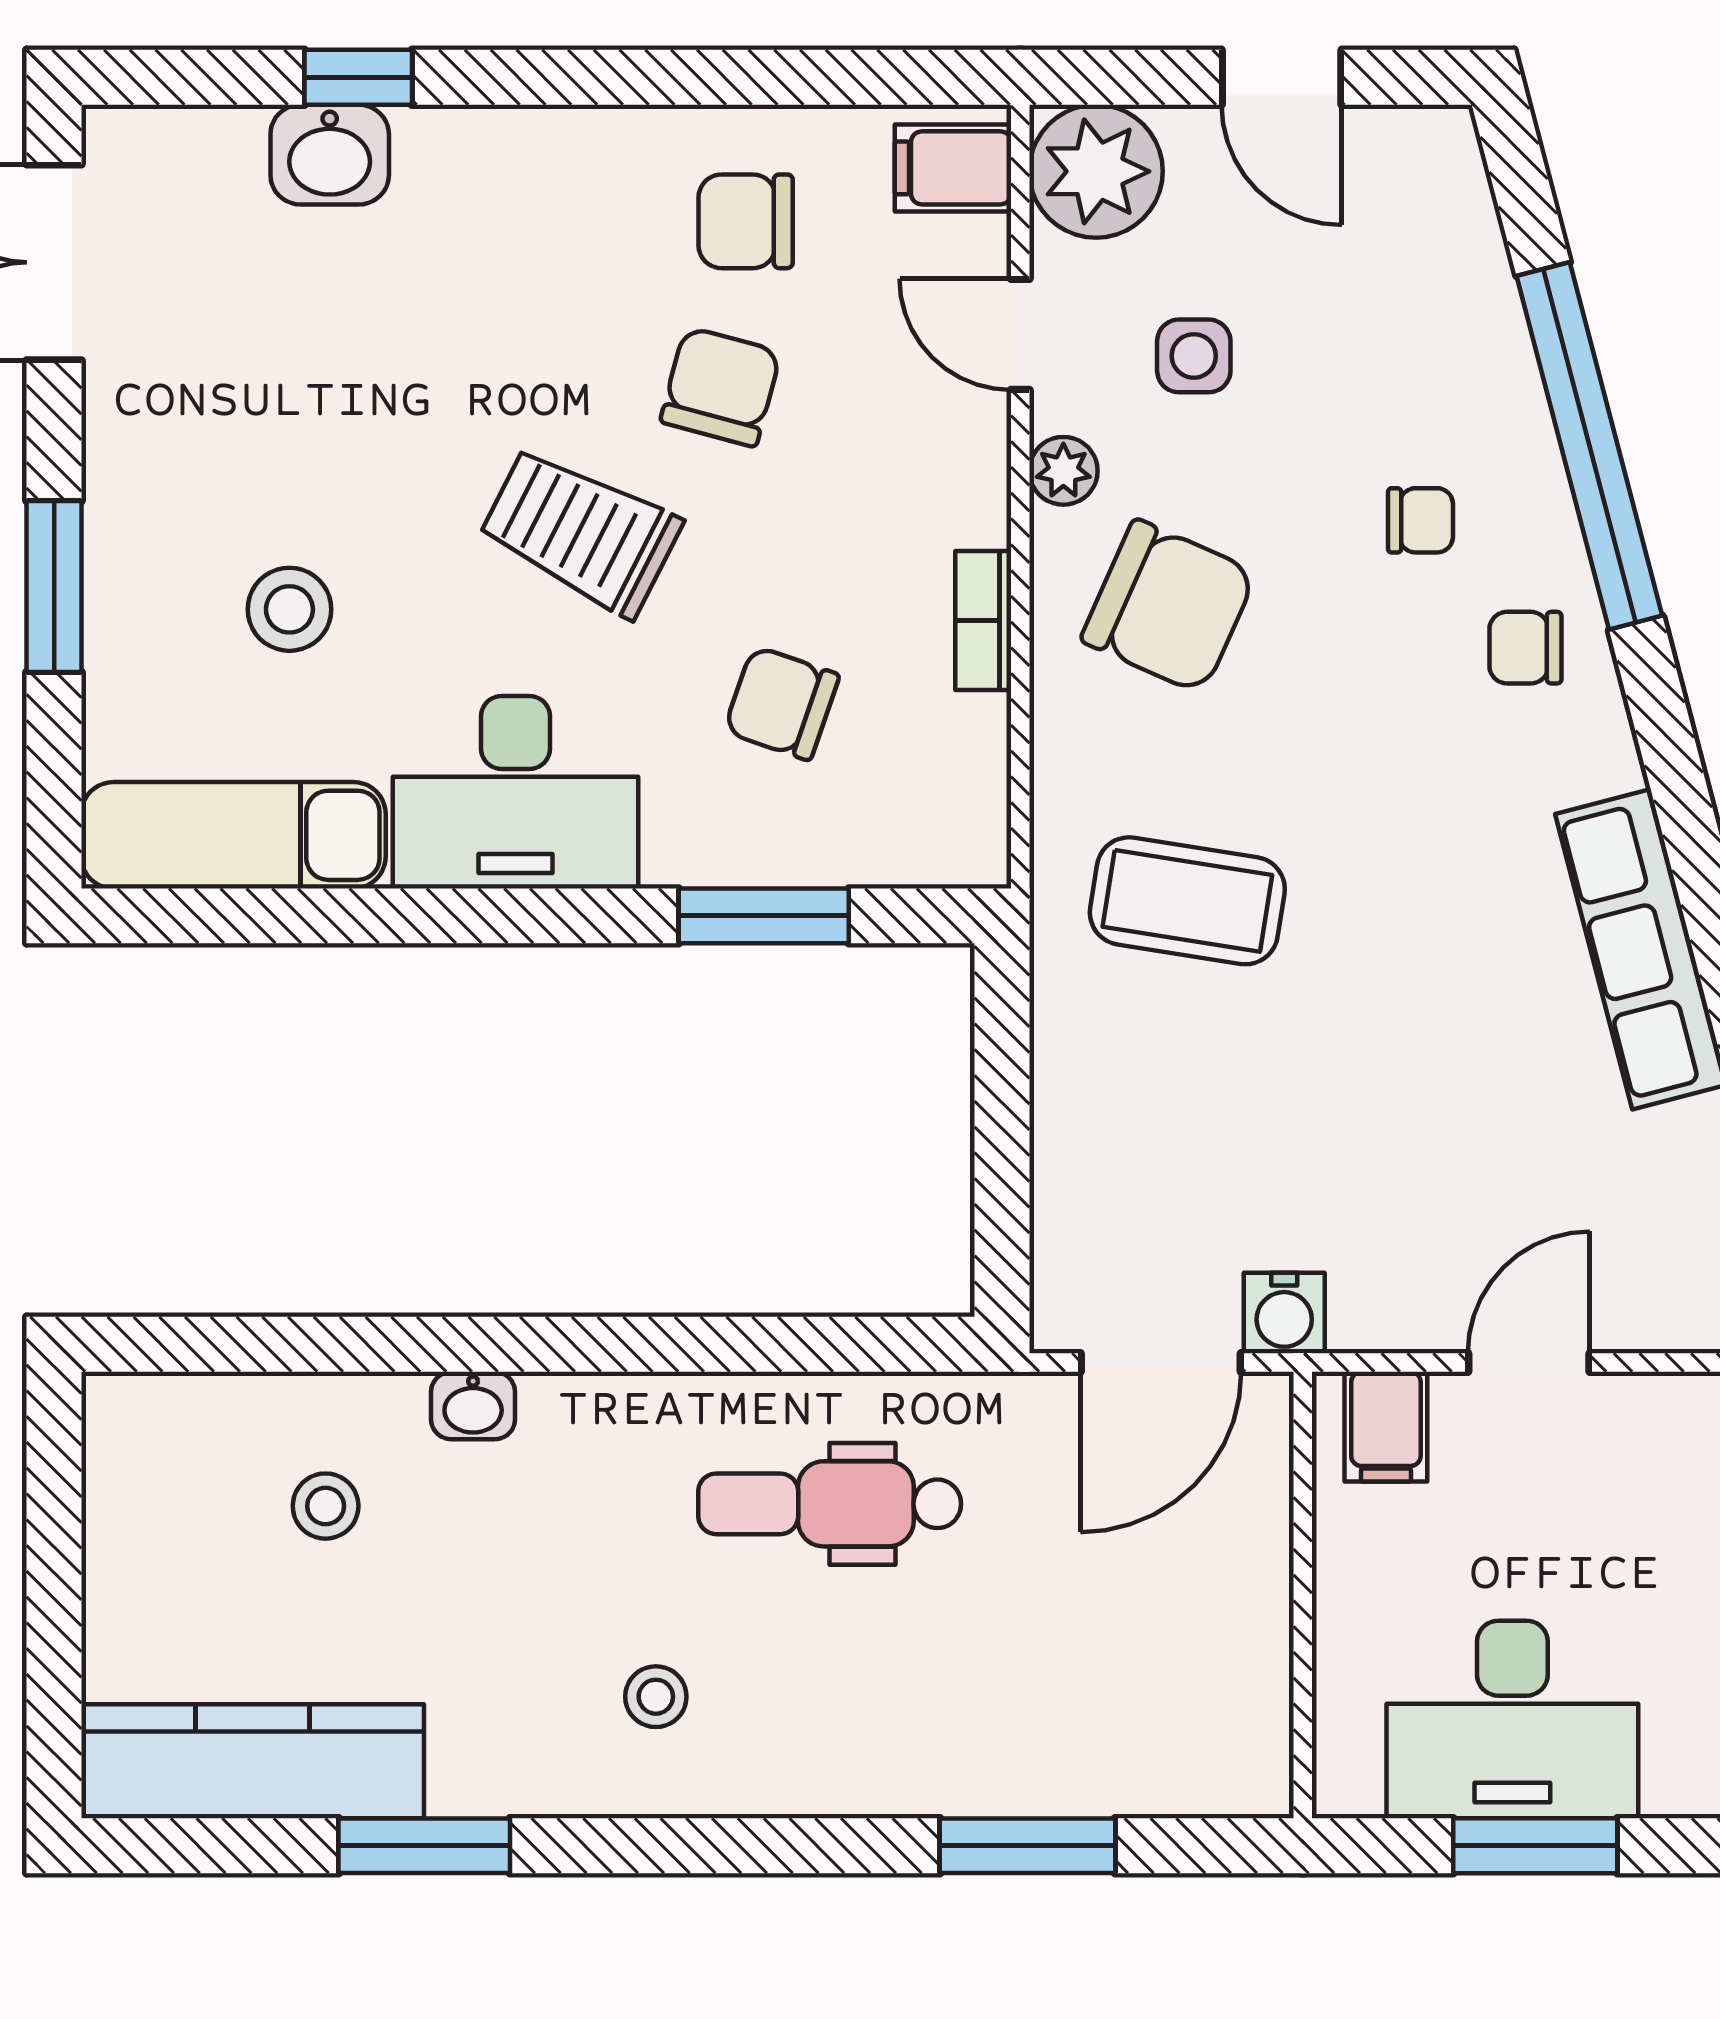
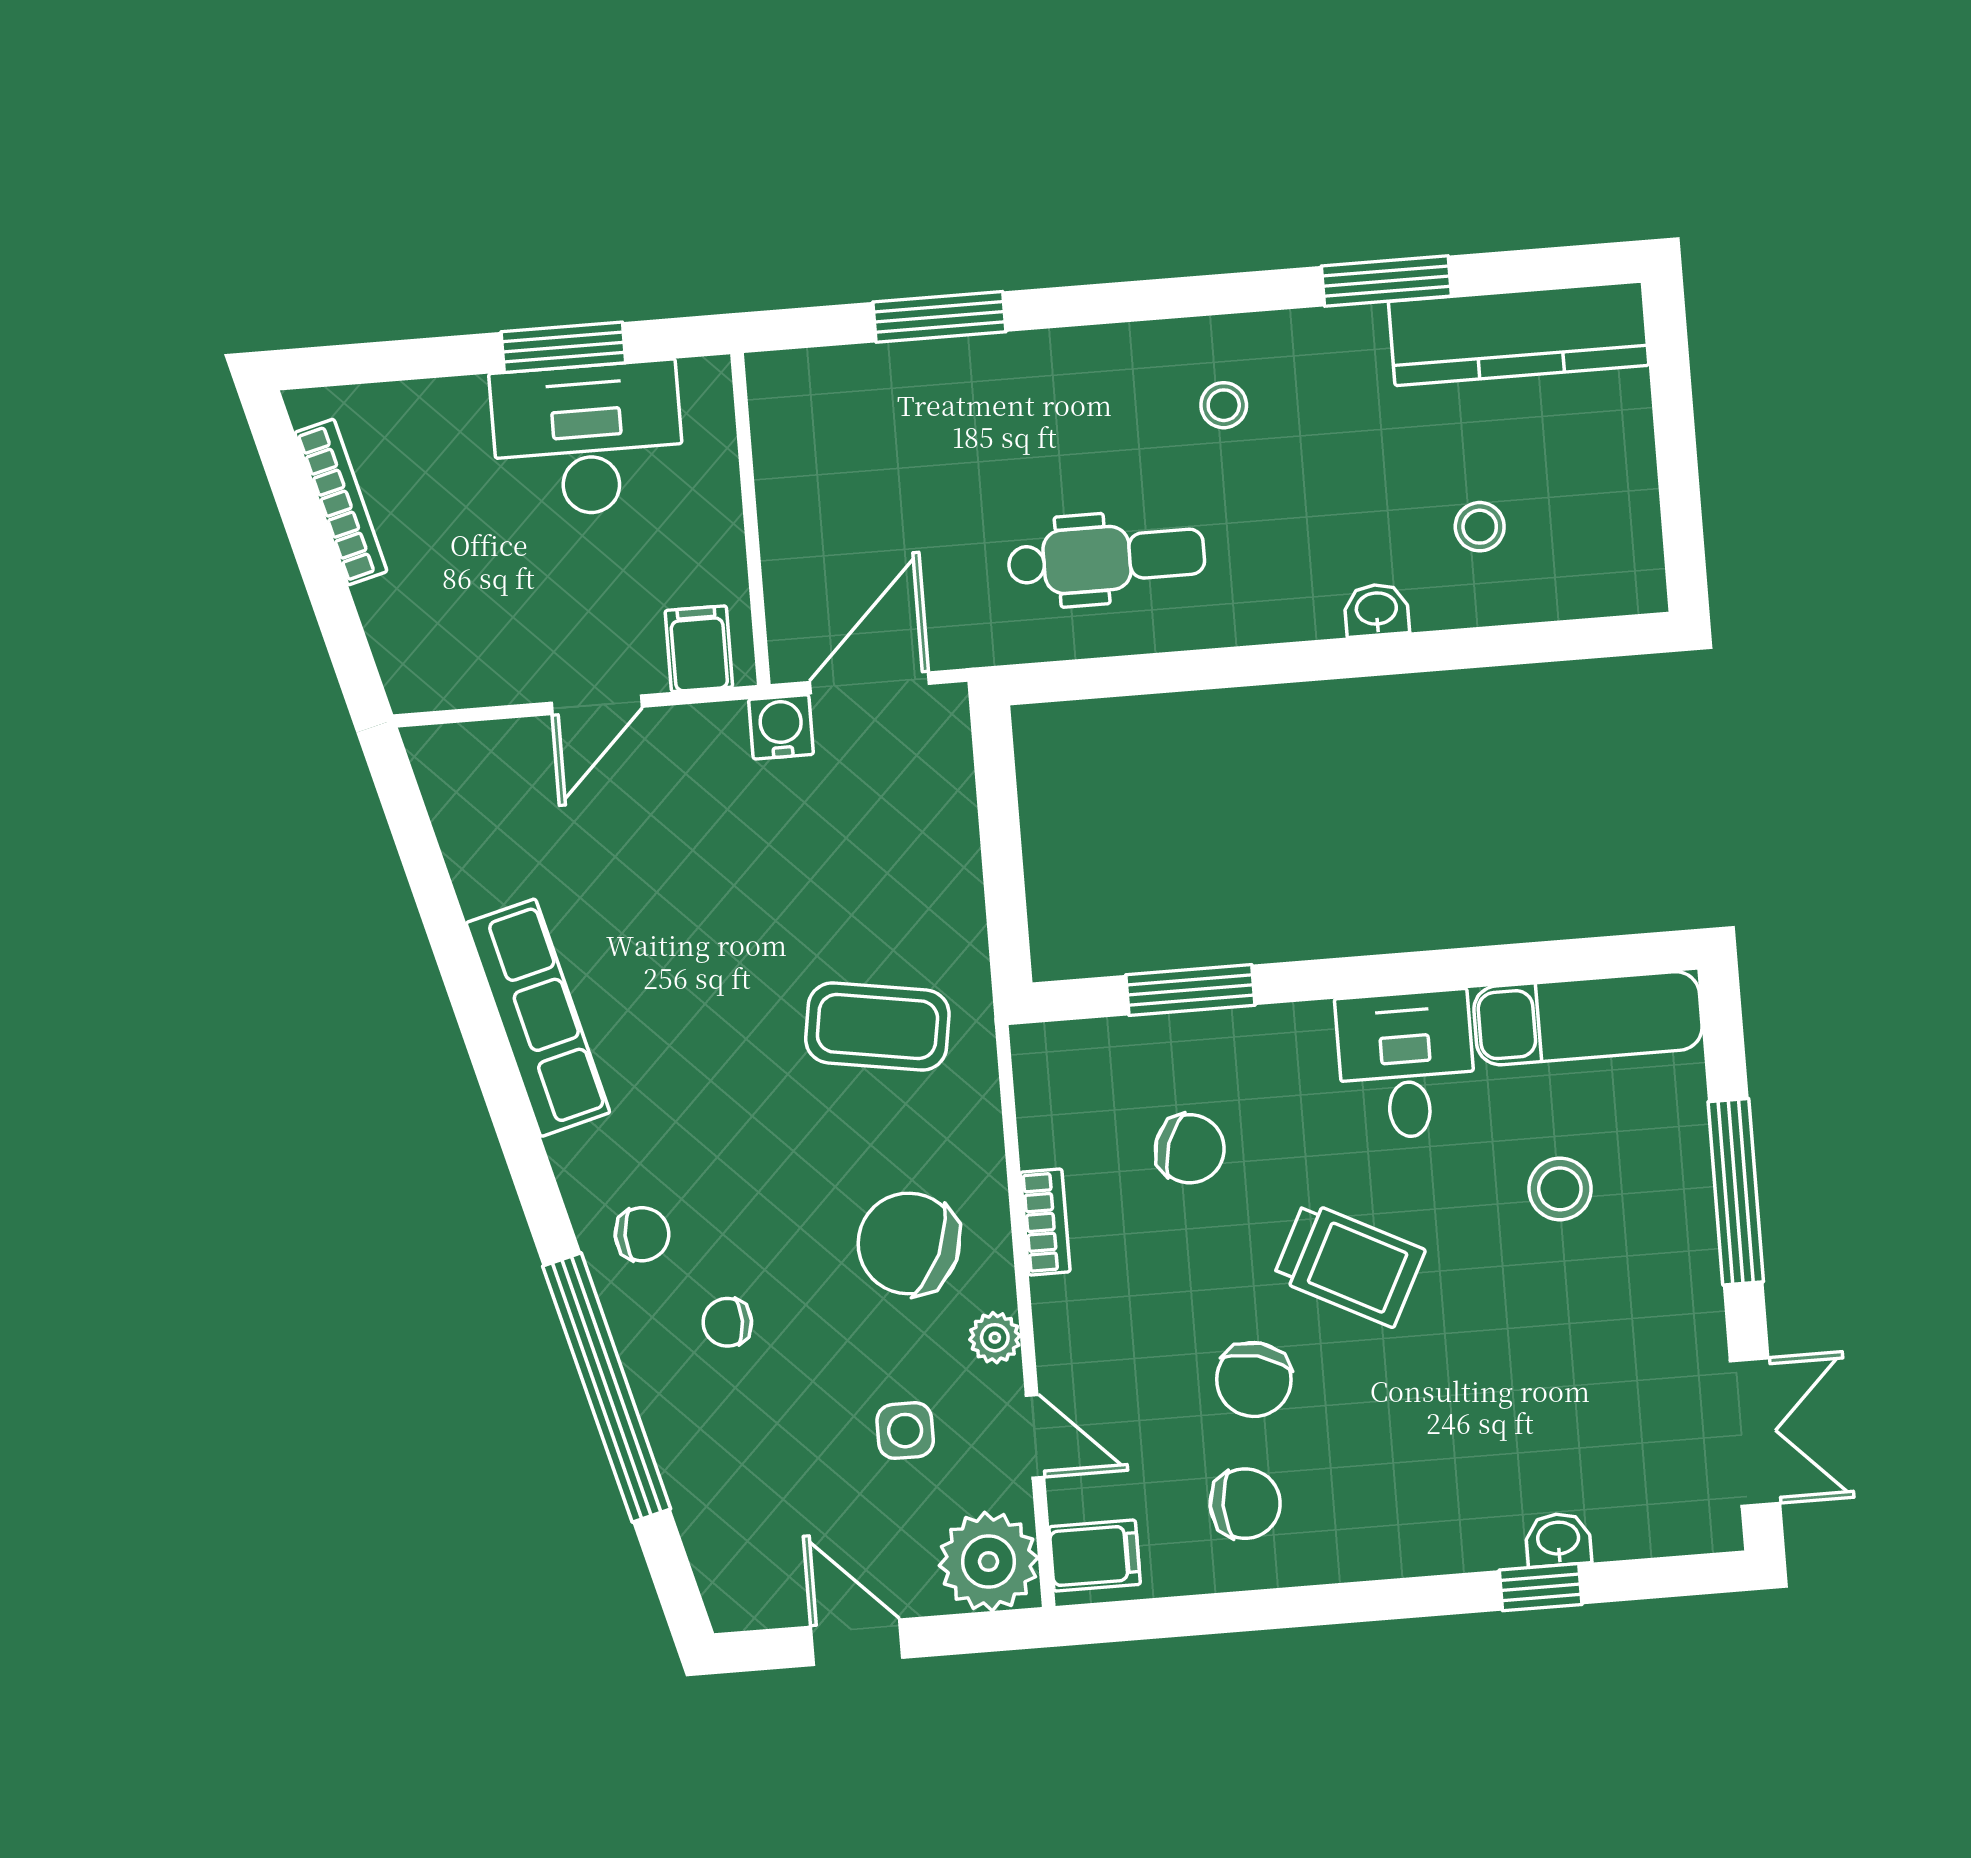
washbasin: (330, 155) -> (1558, 1540), width x0.72, depth x0.69
window: (54, 587) -> (1736, 1192), width x1.44
desk: (515, 792) -> (1406, 1065), width x0.73

